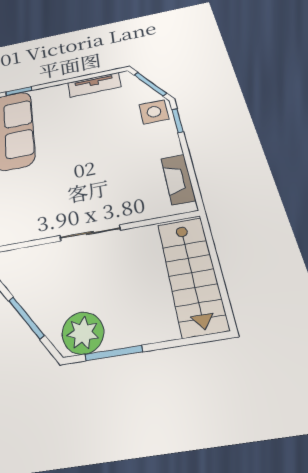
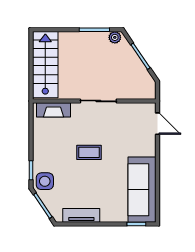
coffee table: (95, 160) -> (89, 152), added
fireplace: (178, 179) -> (53, 110), moved, turned 90
plant: (83, 333) -> (115, 37), width x0.53, depth x0.53

